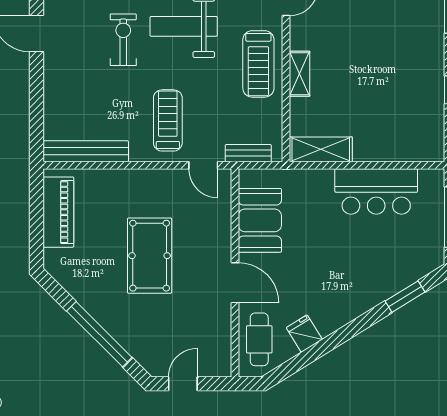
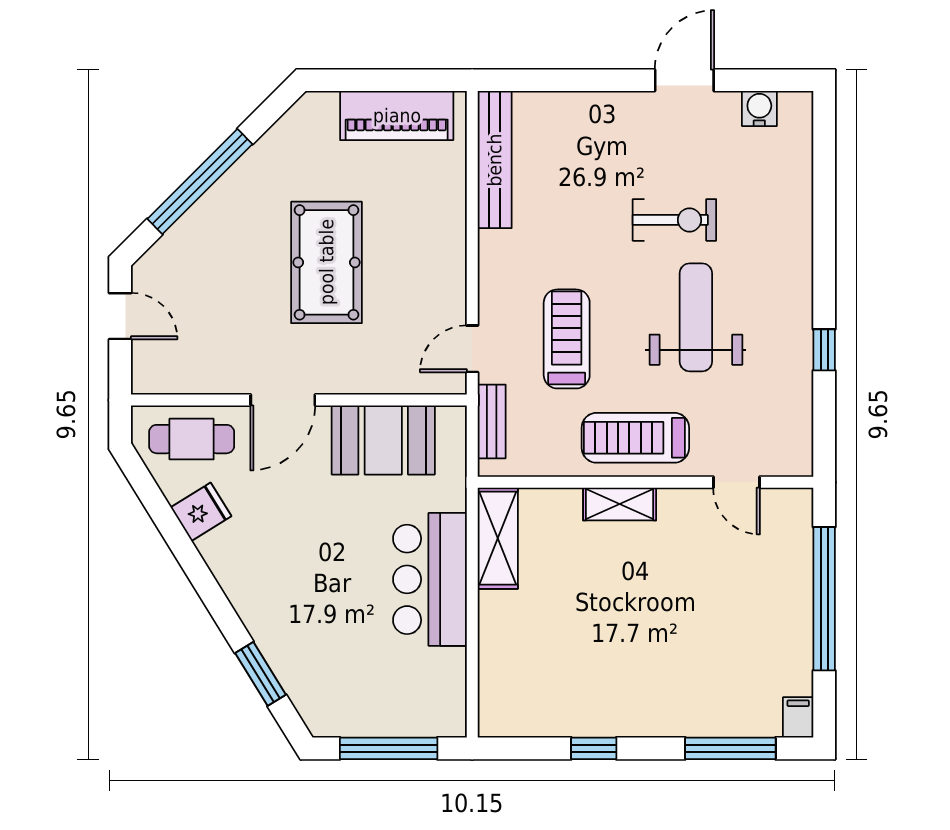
treadmill: (168, 120) -> (567, 339), moved, turned -90
bar counter: (376, 191) -> (430, 579), moved
pool table: (150, 256) -> (327, 262), turned 90

